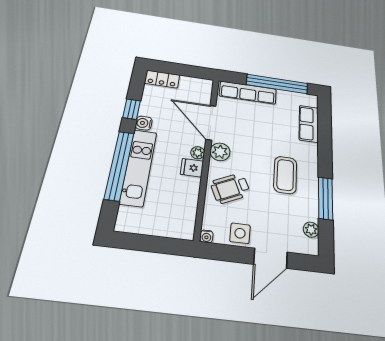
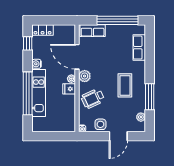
row of seats: (248, 93) -> (93, 31), width x0.68
window: (132, 109) -> (28, 43), moved

